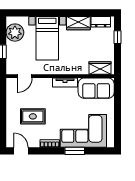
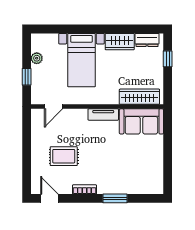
plant: (15, 33) -> (37, 58), width x0.53, depth x0.53
wardrobe: (100, 68) -> (139, 97), width x1.50
corner sofa: (83, 131) -> (126, 174), removed

